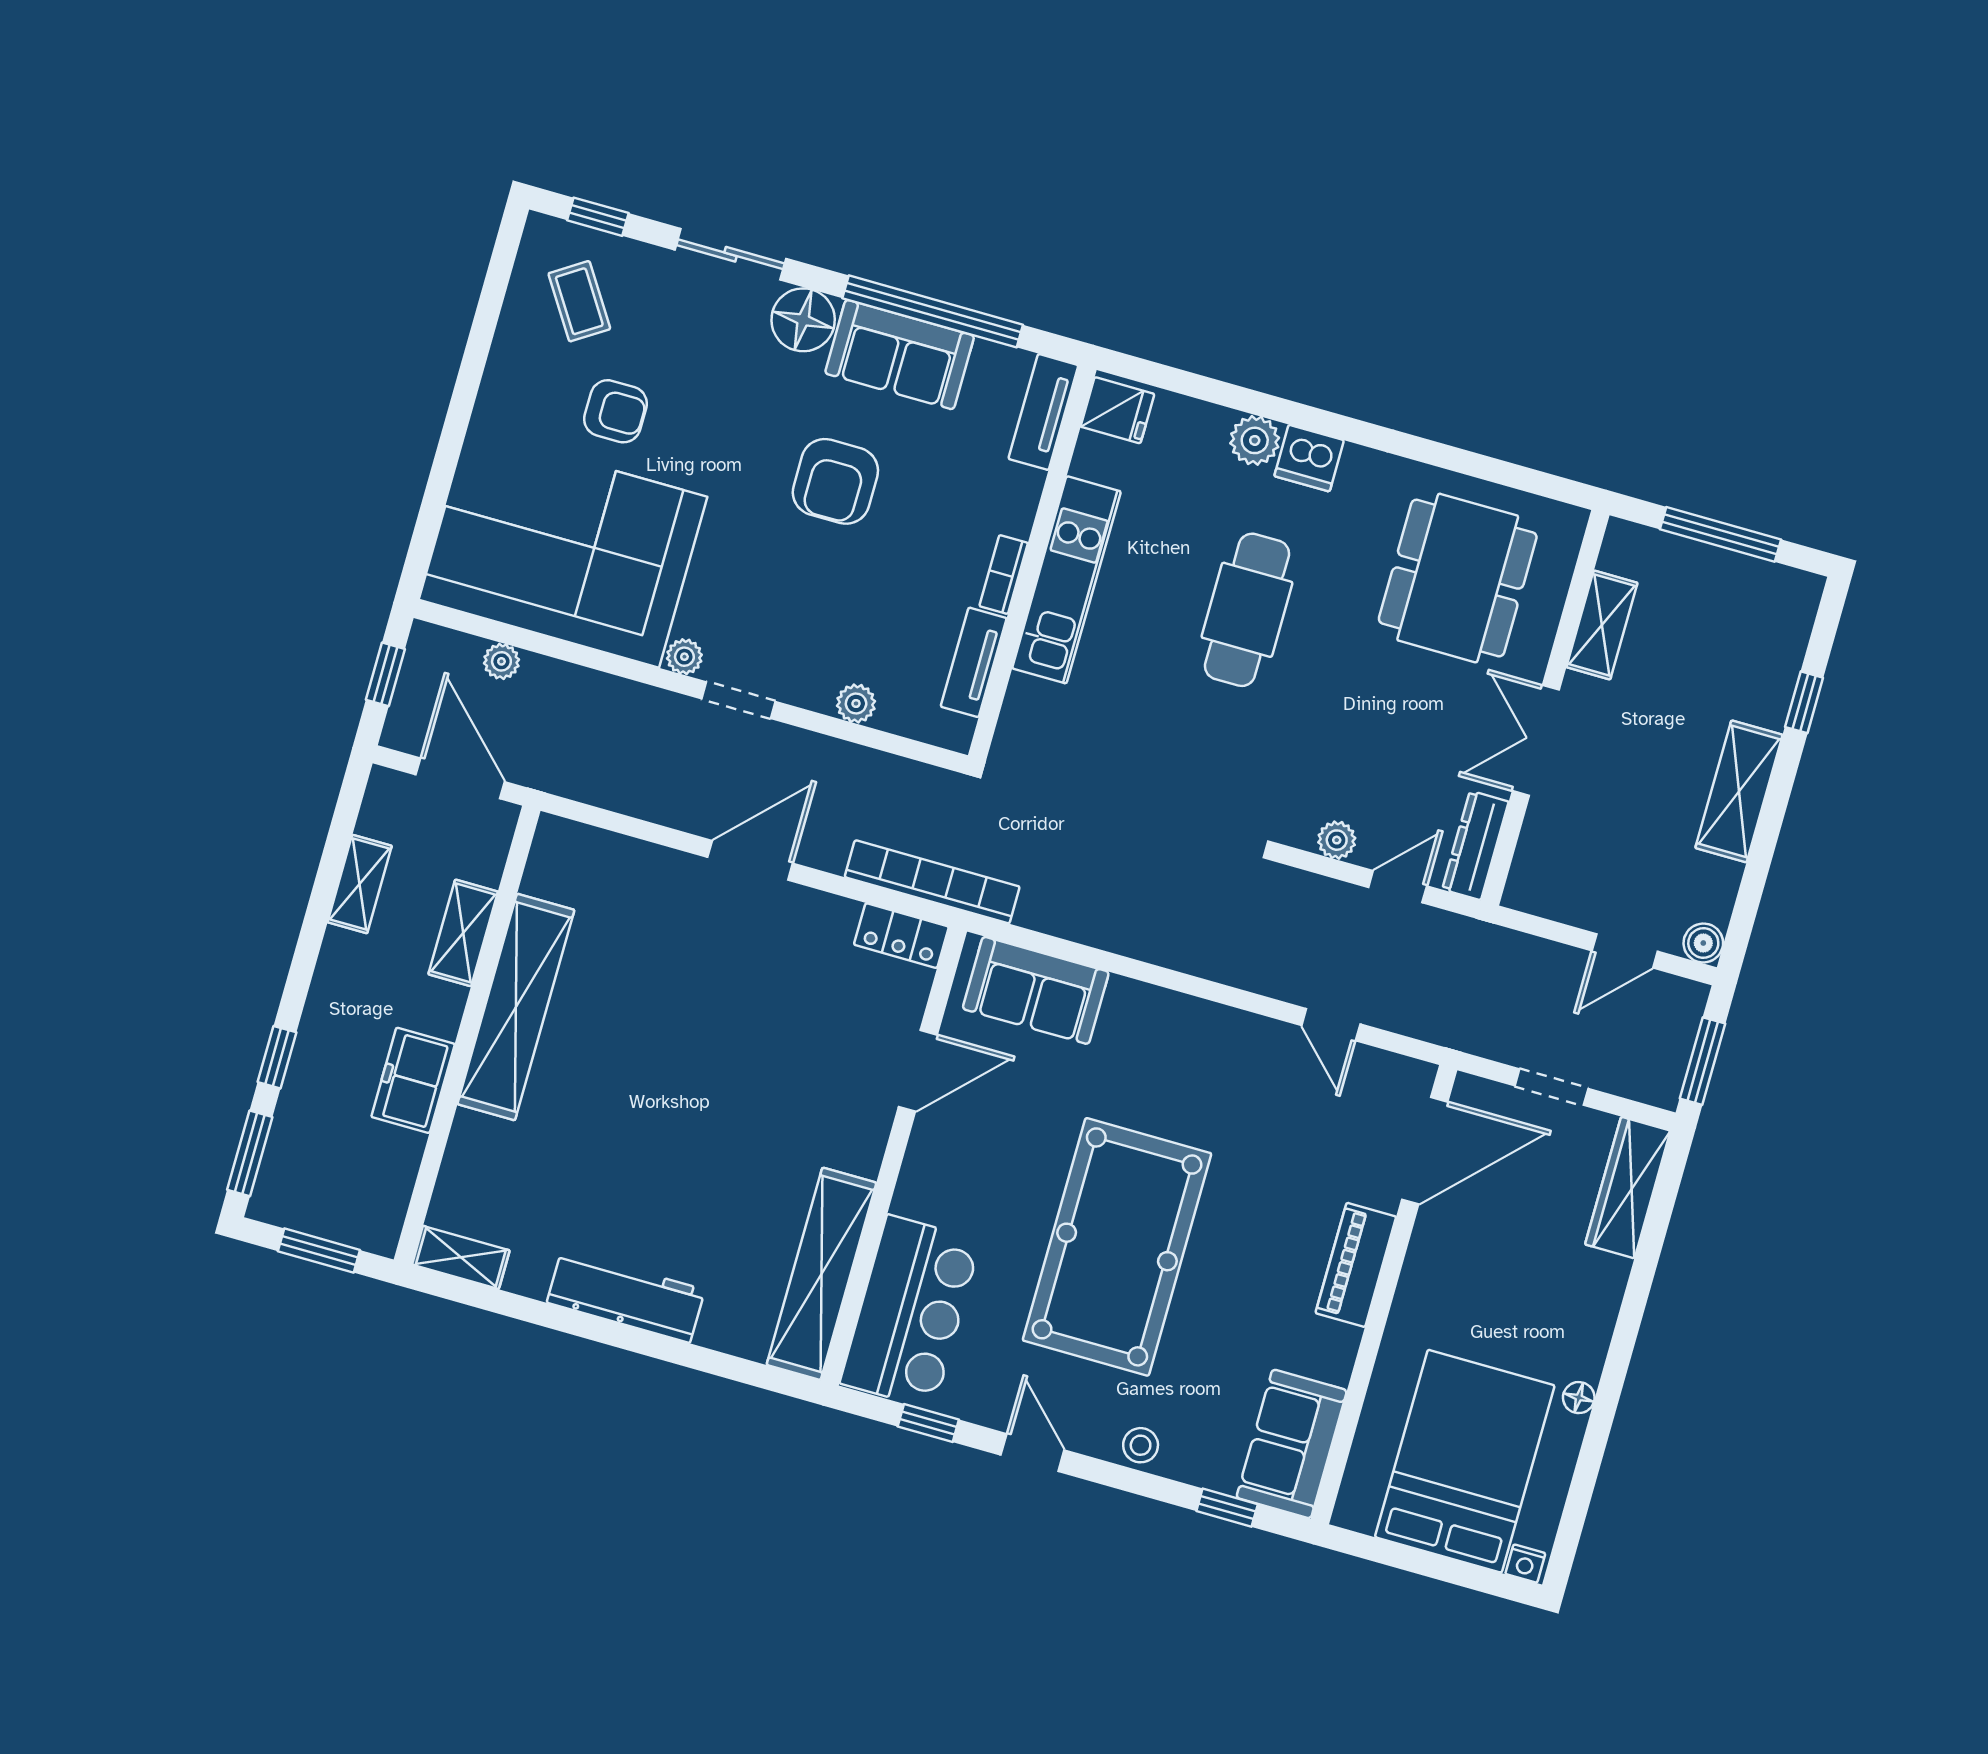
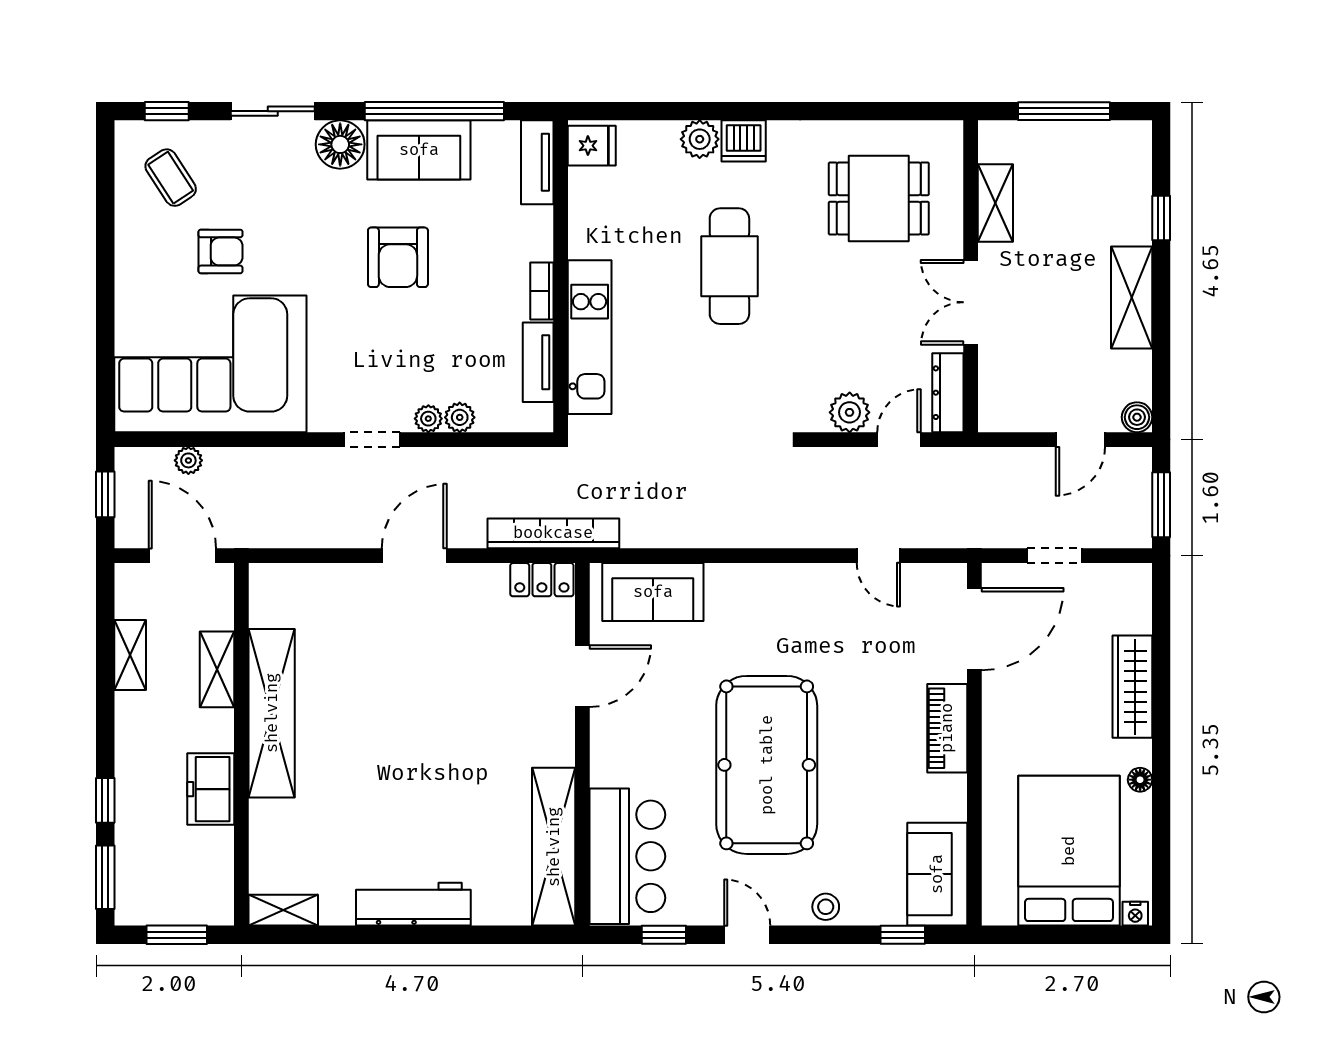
dining table: (1458, 578) -> (879, 198), width x0.73
kitchen unit: (1066, 580) -> (590, 337), moved
plant: (684, 657) -> (428, 419), moved
plant: (1337, 840) -> (850, 412), width x1.38, depth x1.38
wardrobe: (1628, 1188) -> (1132, 687), moved

